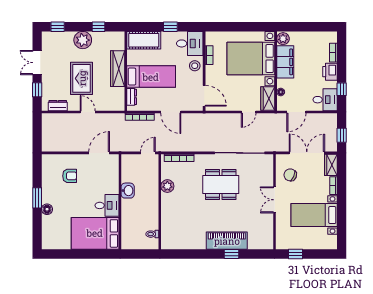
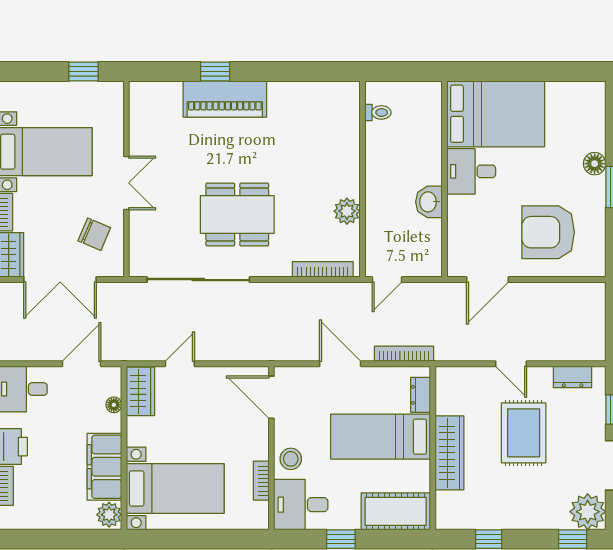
plant: (83, 40) -> (588, 512), moved
bed with nightstands: (251, 59) -> (175, 489), width x0.73
armchair: (70, 176) -> (548, 232), width x1.88, depth x1.88

